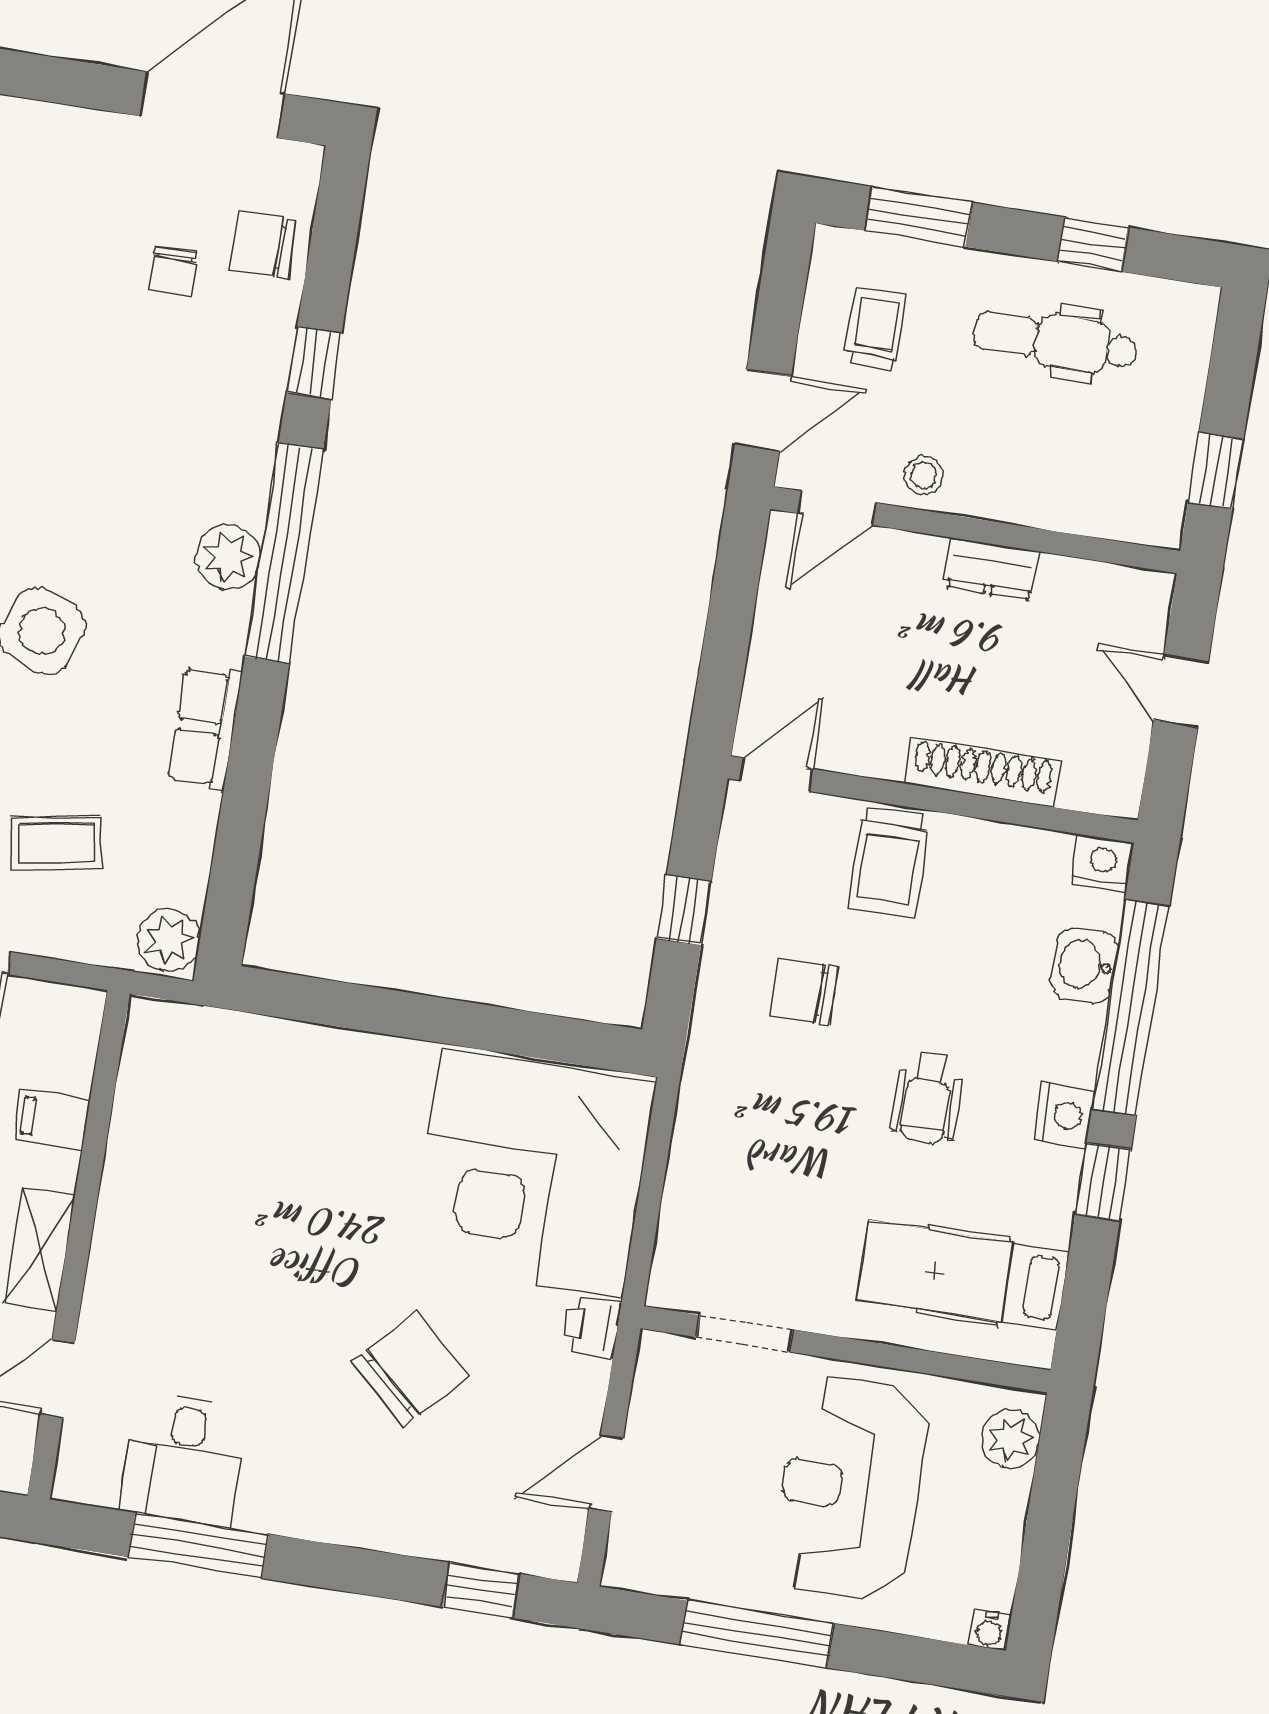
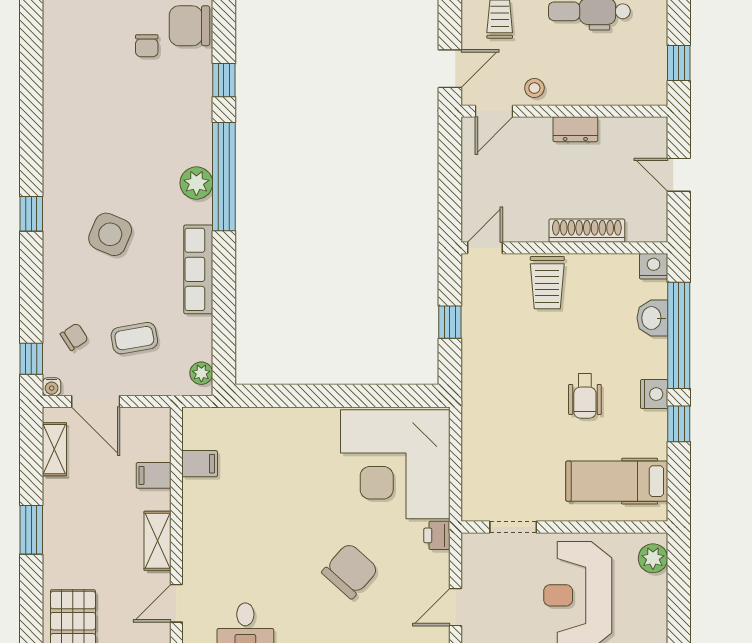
chair: (263, 245) -> (189, 26), width x1.37, depth x1.37
row of seats: (205, 728) -> (198, 269), width x1.48
plant: (168, 940) -> (201, 373), width x0.73, depth x0.73
chair: (804, 991) -> (516, 353), removed
filing cabinet: (147, 1111) -> (200, 464), added

